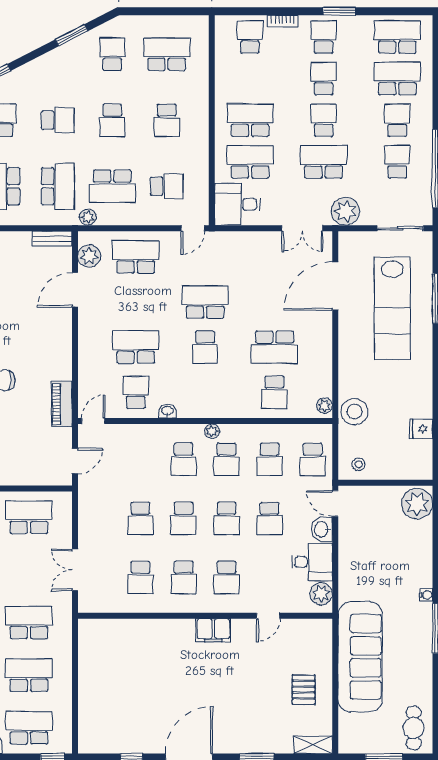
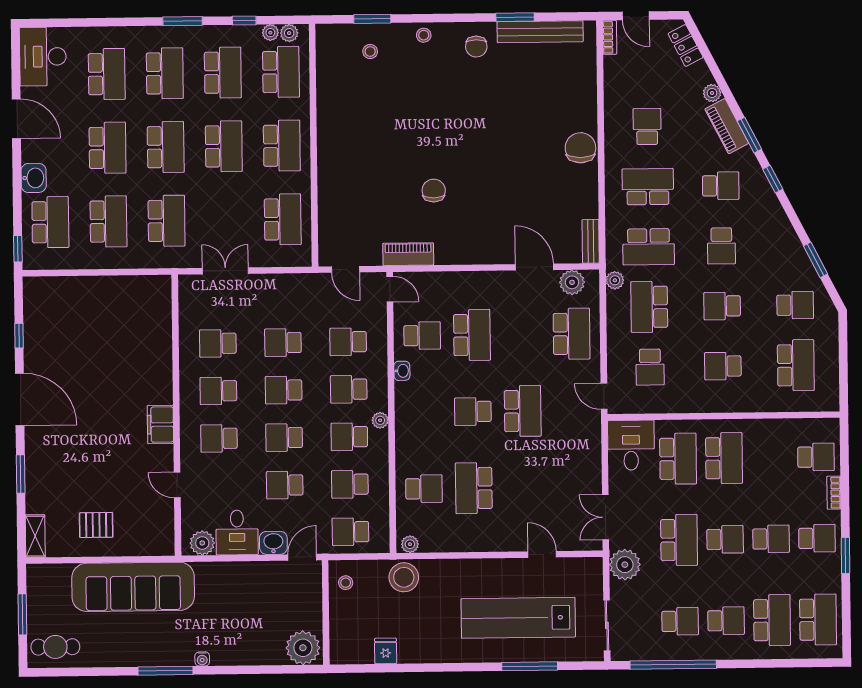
door: (335, 286) -> (542, 554), width x0.53
school desk: (274, 392) -> (424, 489), turned 180
school desk: (141, 459) -> (348, 342), added

